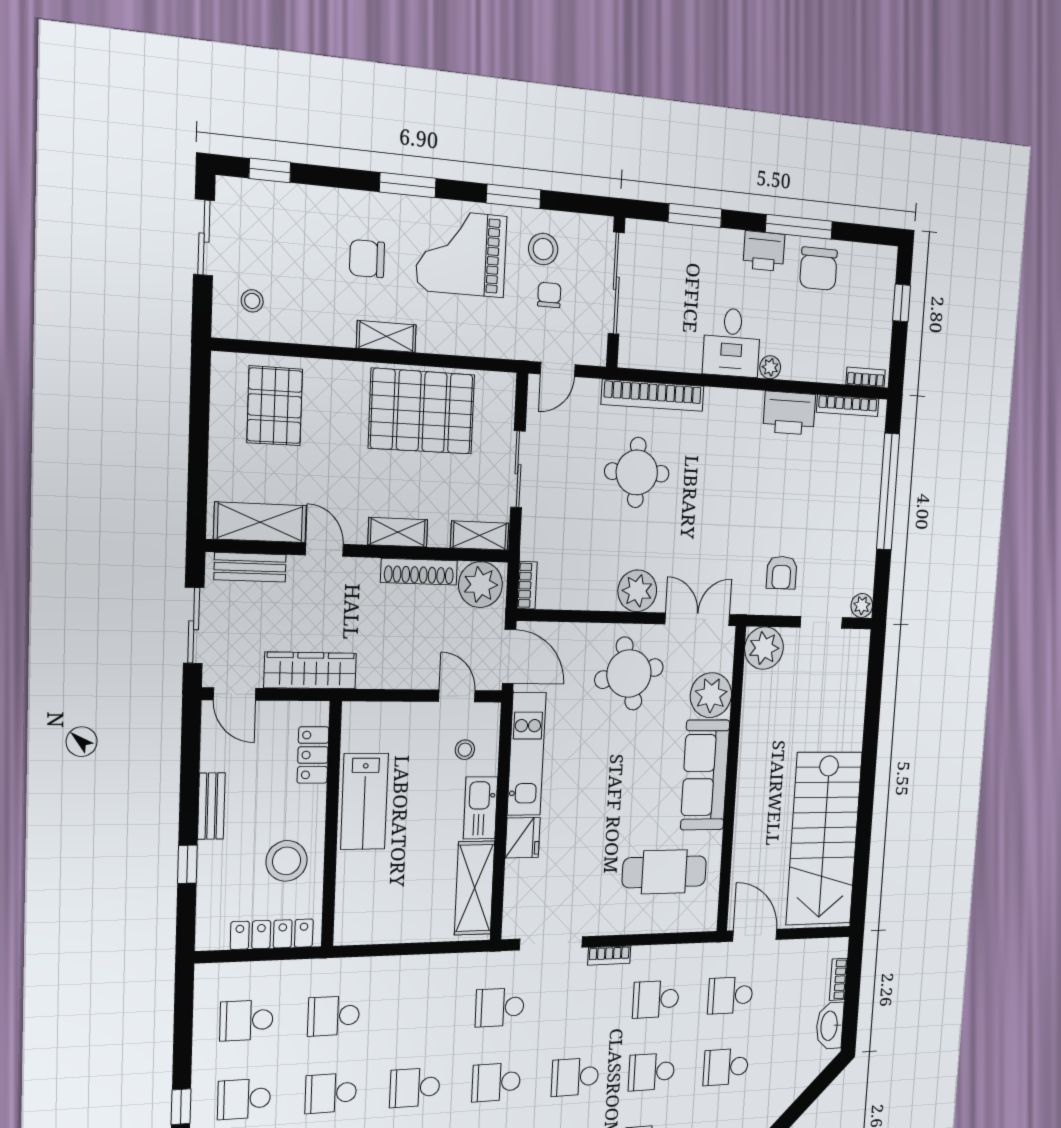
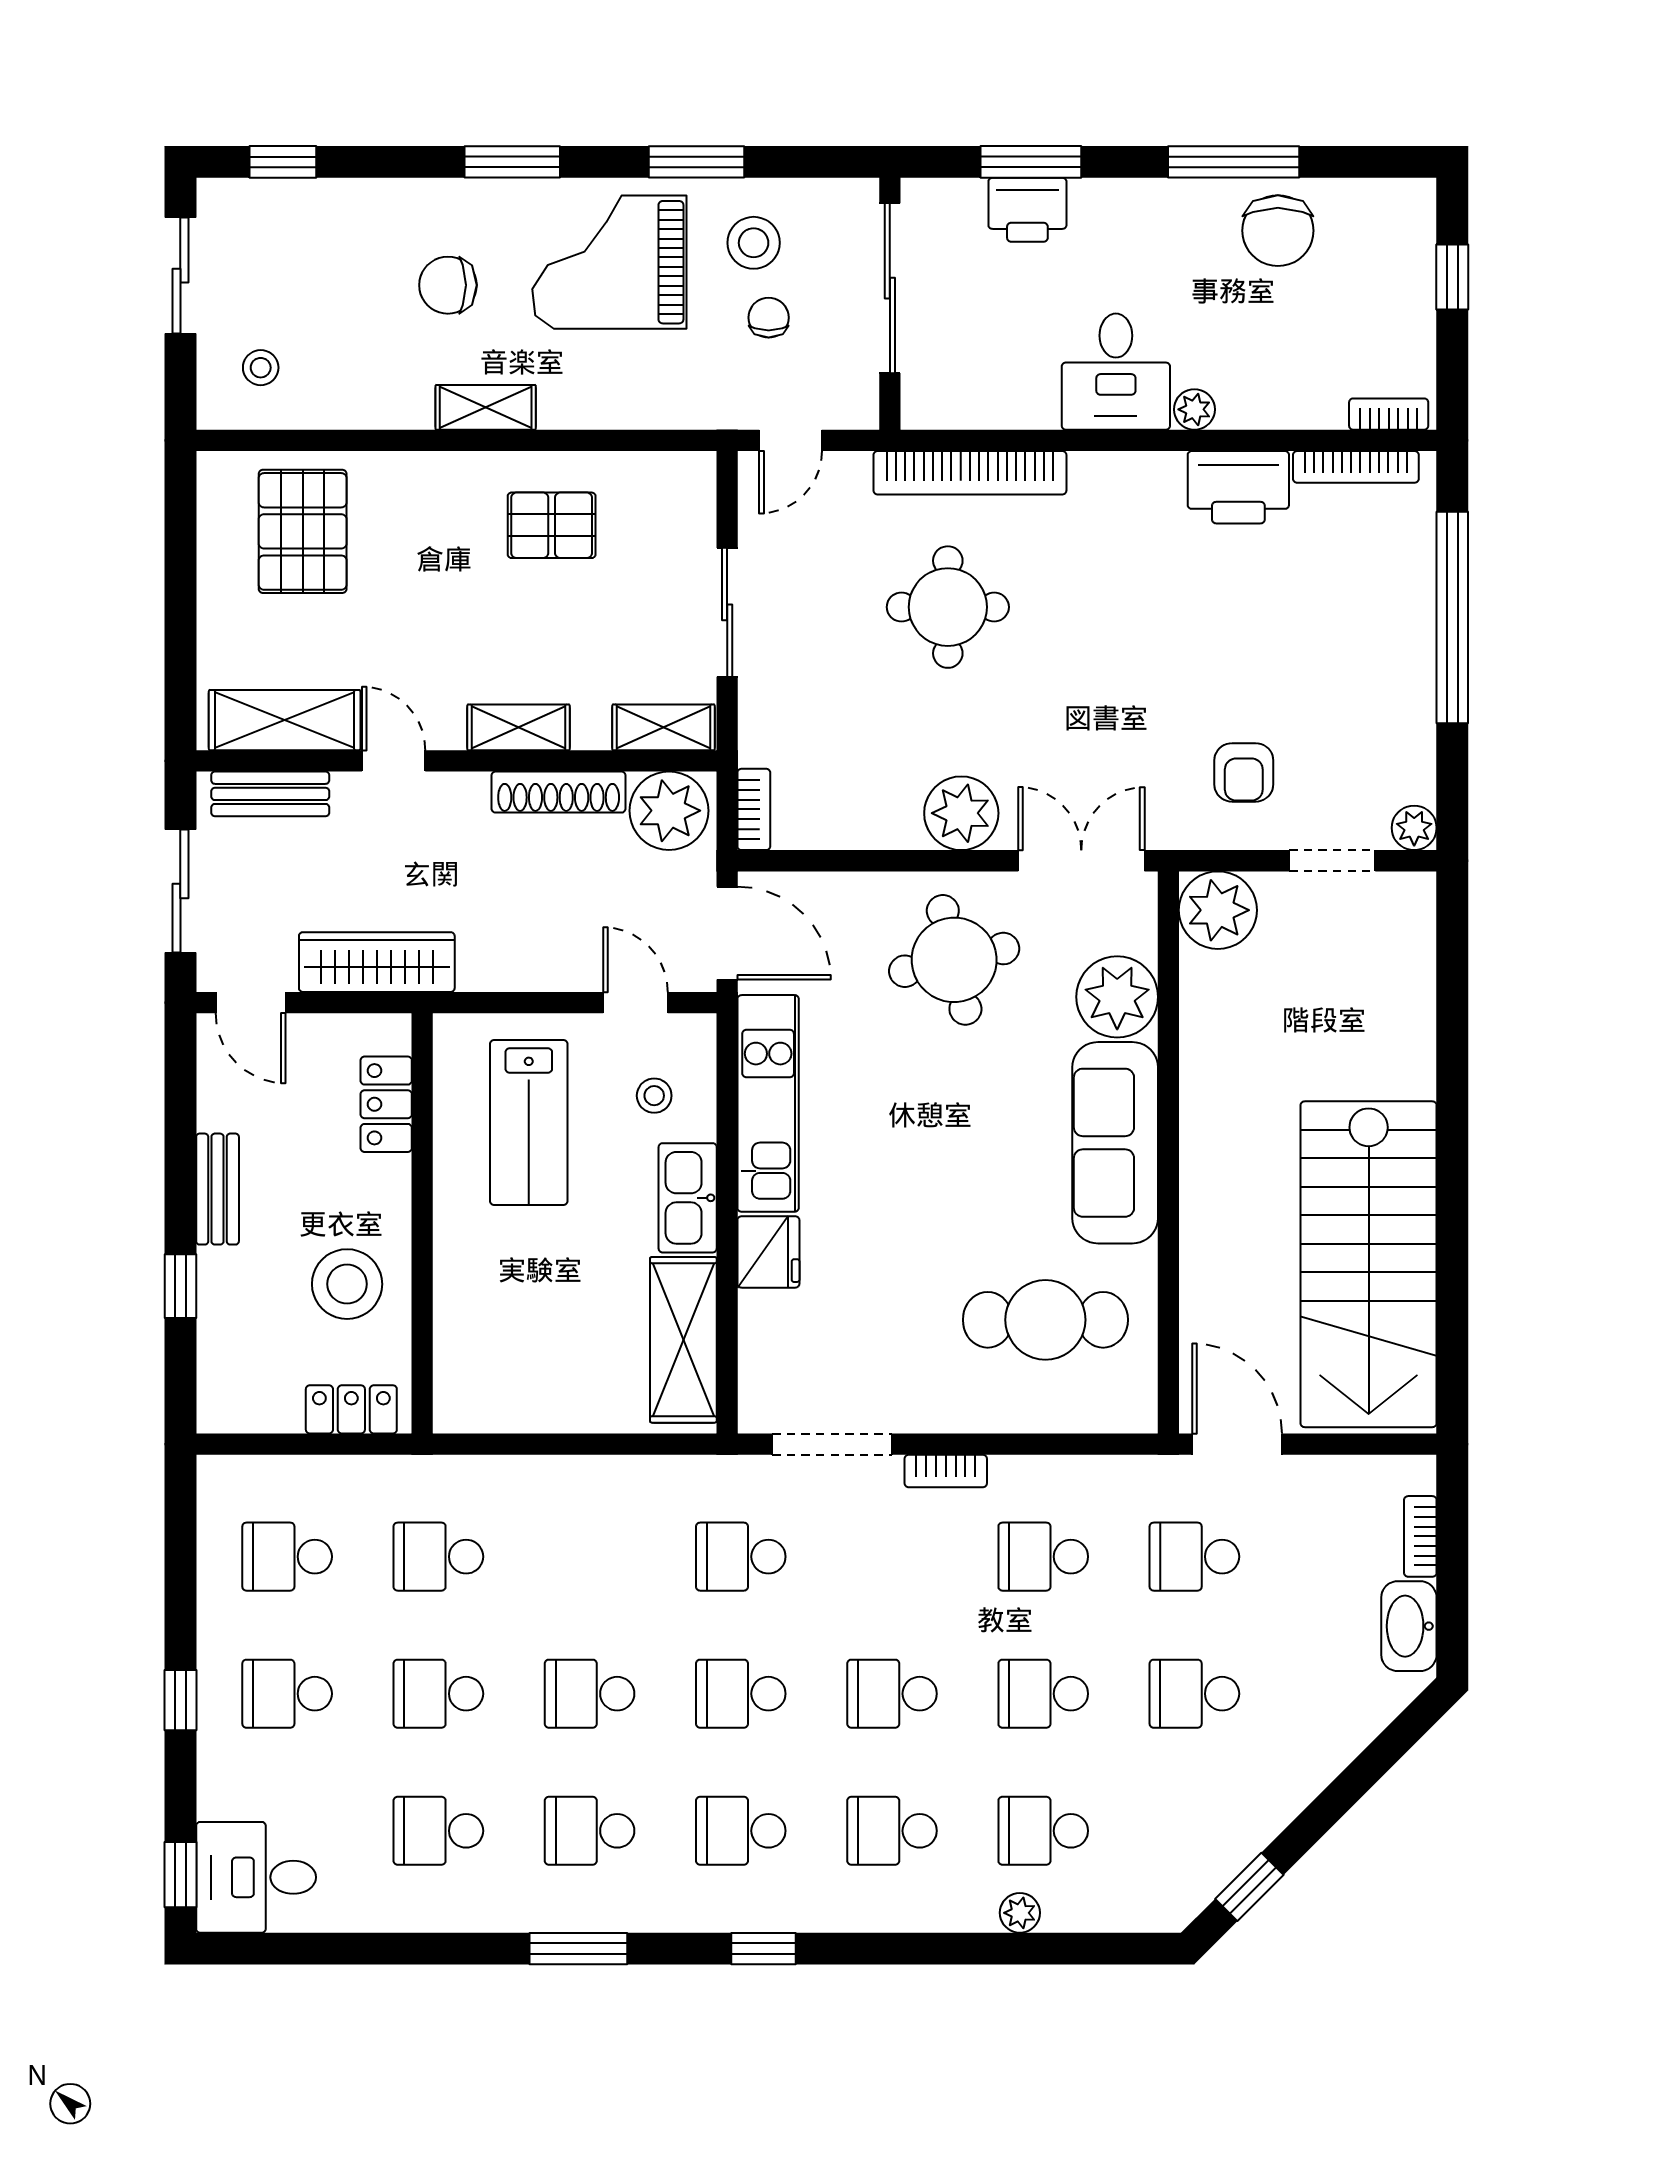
printer: (764, 251) -> (1027, 210), moved
pallet: (422, 411) -> (552, 525), width x0.49, depth x0.50
lab bench: (364, 801) -> (529, 1123), moved
locker: (272, 934) -> (351, 1409), width x0.66

